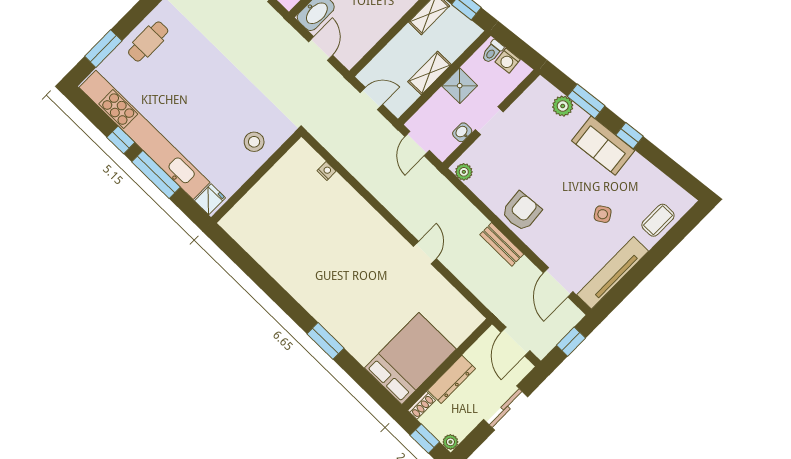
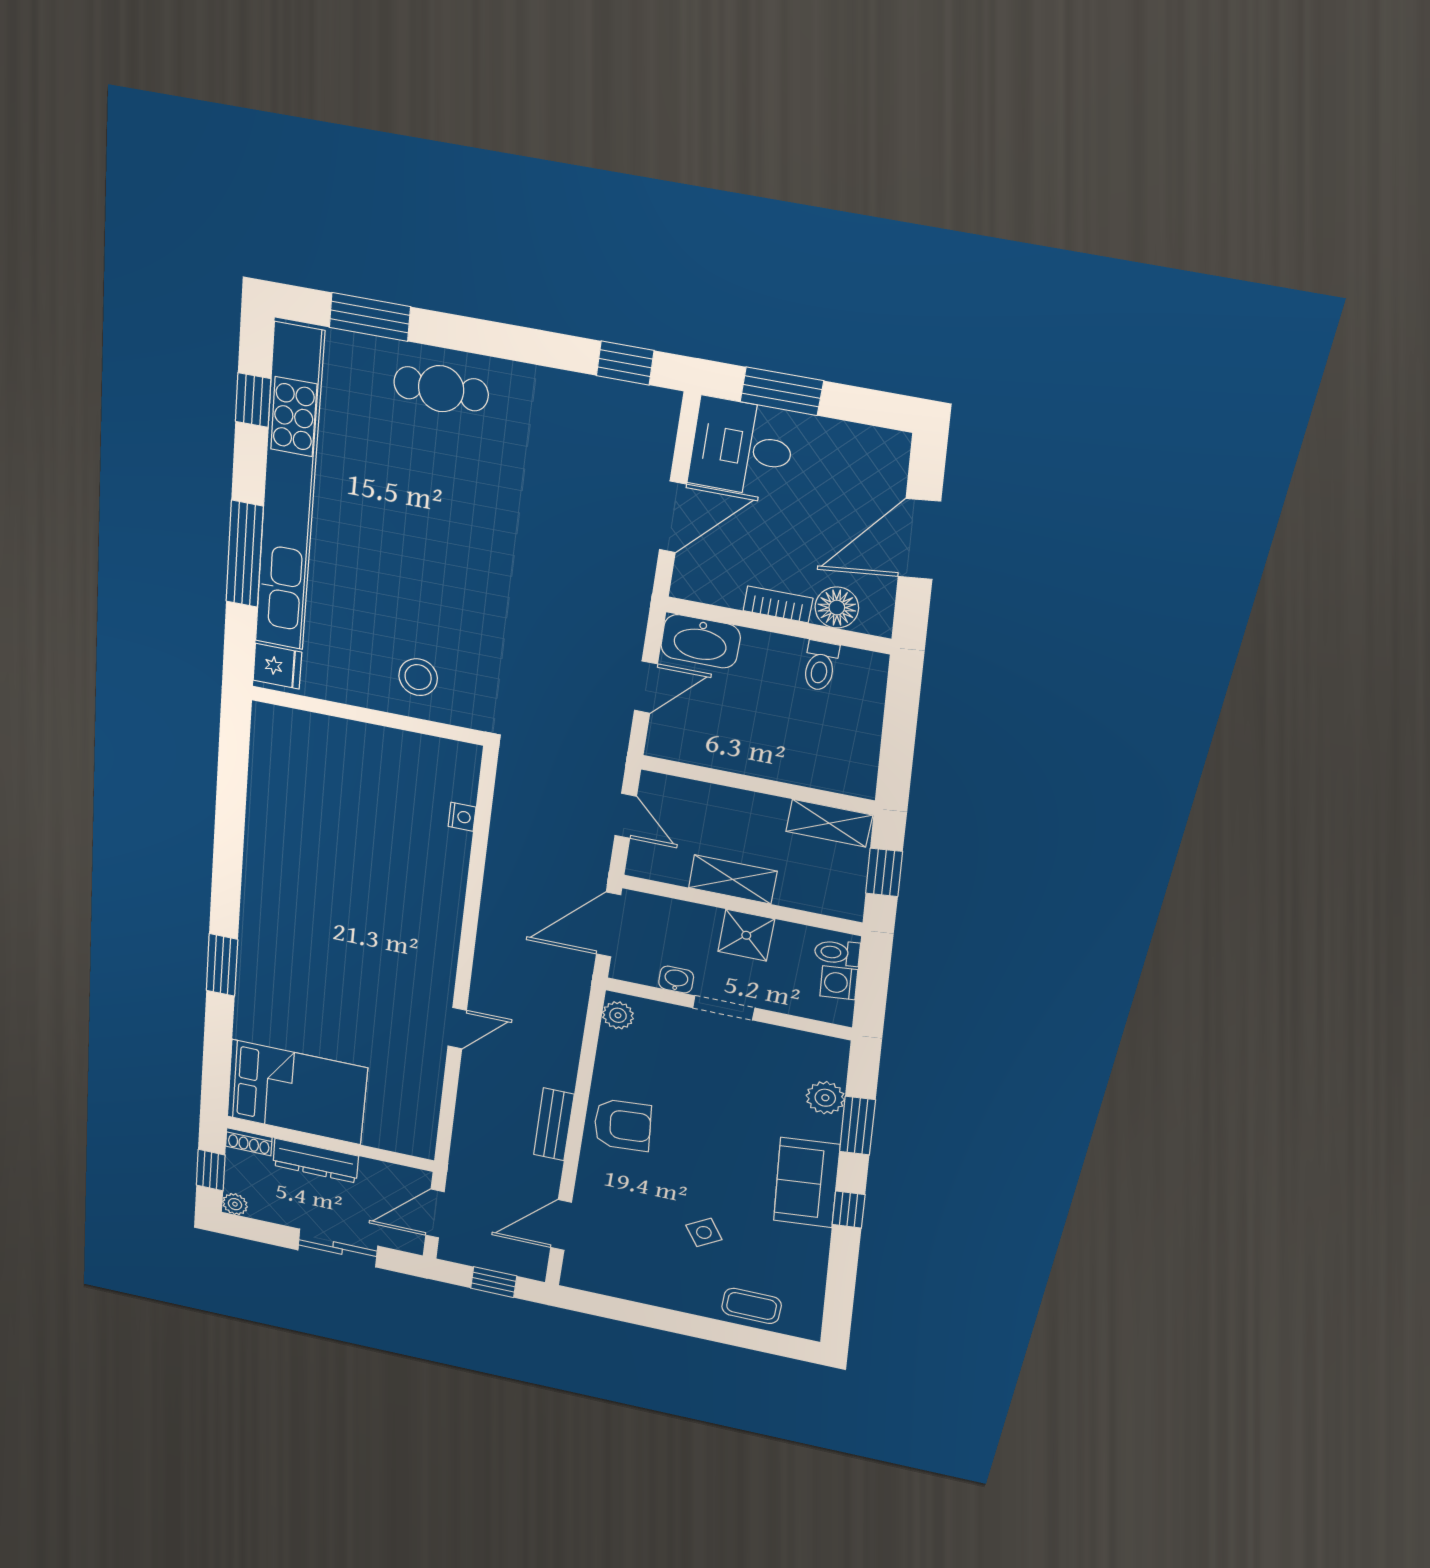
window: (121, 140) -> (253, 400), moved
door: (417, 143) -> (608, 925), width x1.38
tv unit: (613, 273) -> (631, 1286), removed

